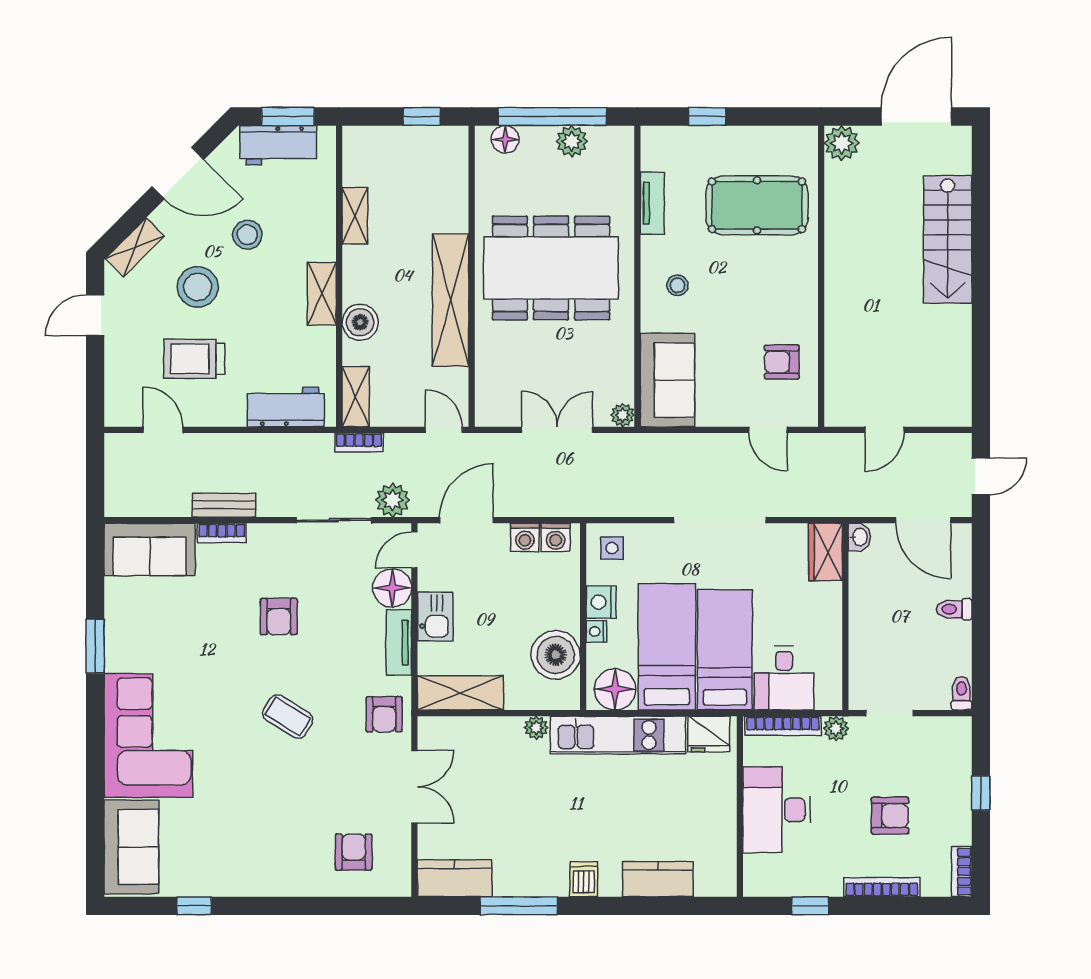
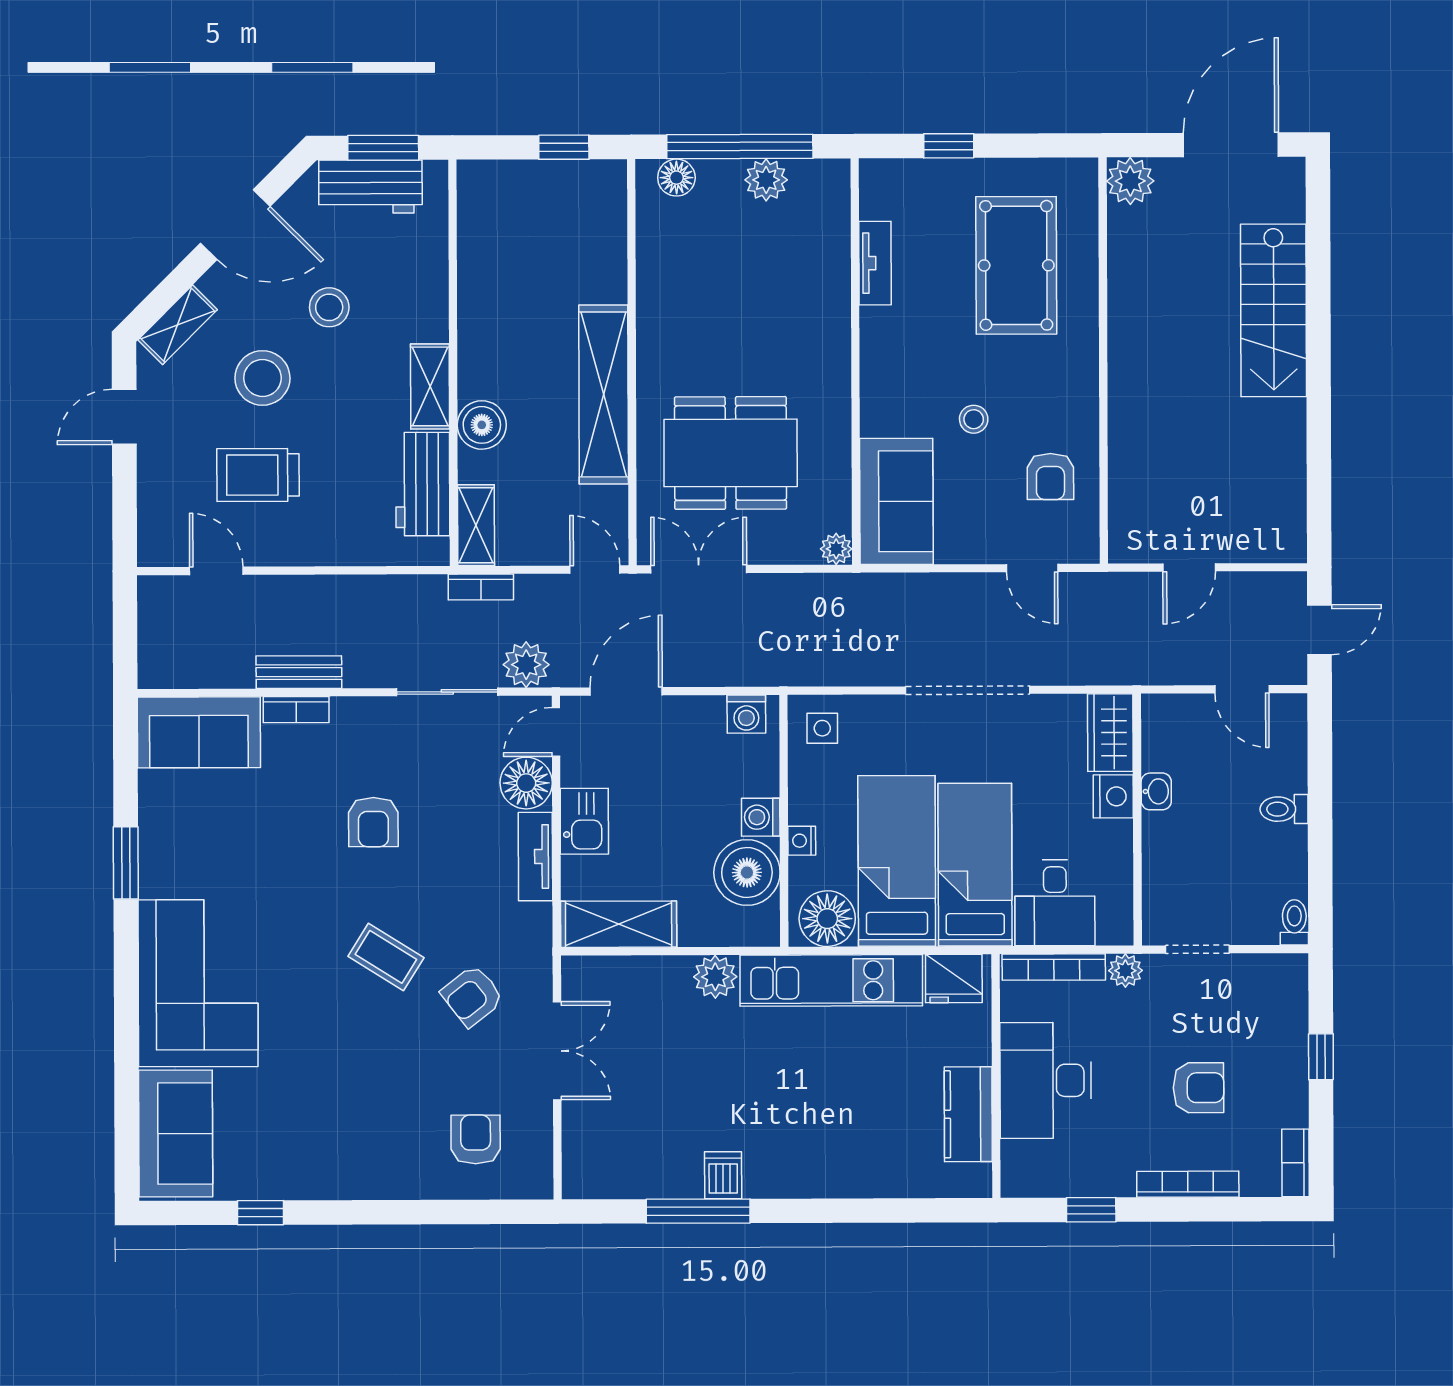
pool table: (757, 205) -> (1016, 265), turned 90
shelving: (355, 216) -> (474, 281), removed
dining table: (551, 268) -> (731, 453), moved, width x0.73, depth x0.80
stool: (677, 285) -> (974, 419), moved
armchair: (782, 362) -> (1050, 477), turned -90
workbench: (286, 407) -> (423, 484), moved, turned -90
double door: (557, 430) -> (699, 569), moved
door: (923, 520) -> (1242, 689), width x0.73
washing machine: (525, 537) -> (761, 817), moved, turned 90
washbasin: (859, 537) -> (1156, 791), moved
nightstand: (601, 602) -> (1113, 796), moved, turned 180
armchair: (384, 714) -> (472, 996), moved, turned 52
plant: (536, 728) -> (715, 977), width x1.38, depth x1.38
kitchen counter: (455, 878) -> (612, 1174), removed
dishwasher: (584, 879) -> (723, 1175), moved
kitchen counter: (658, 879) -> (968, 1114), moved, turned -90

